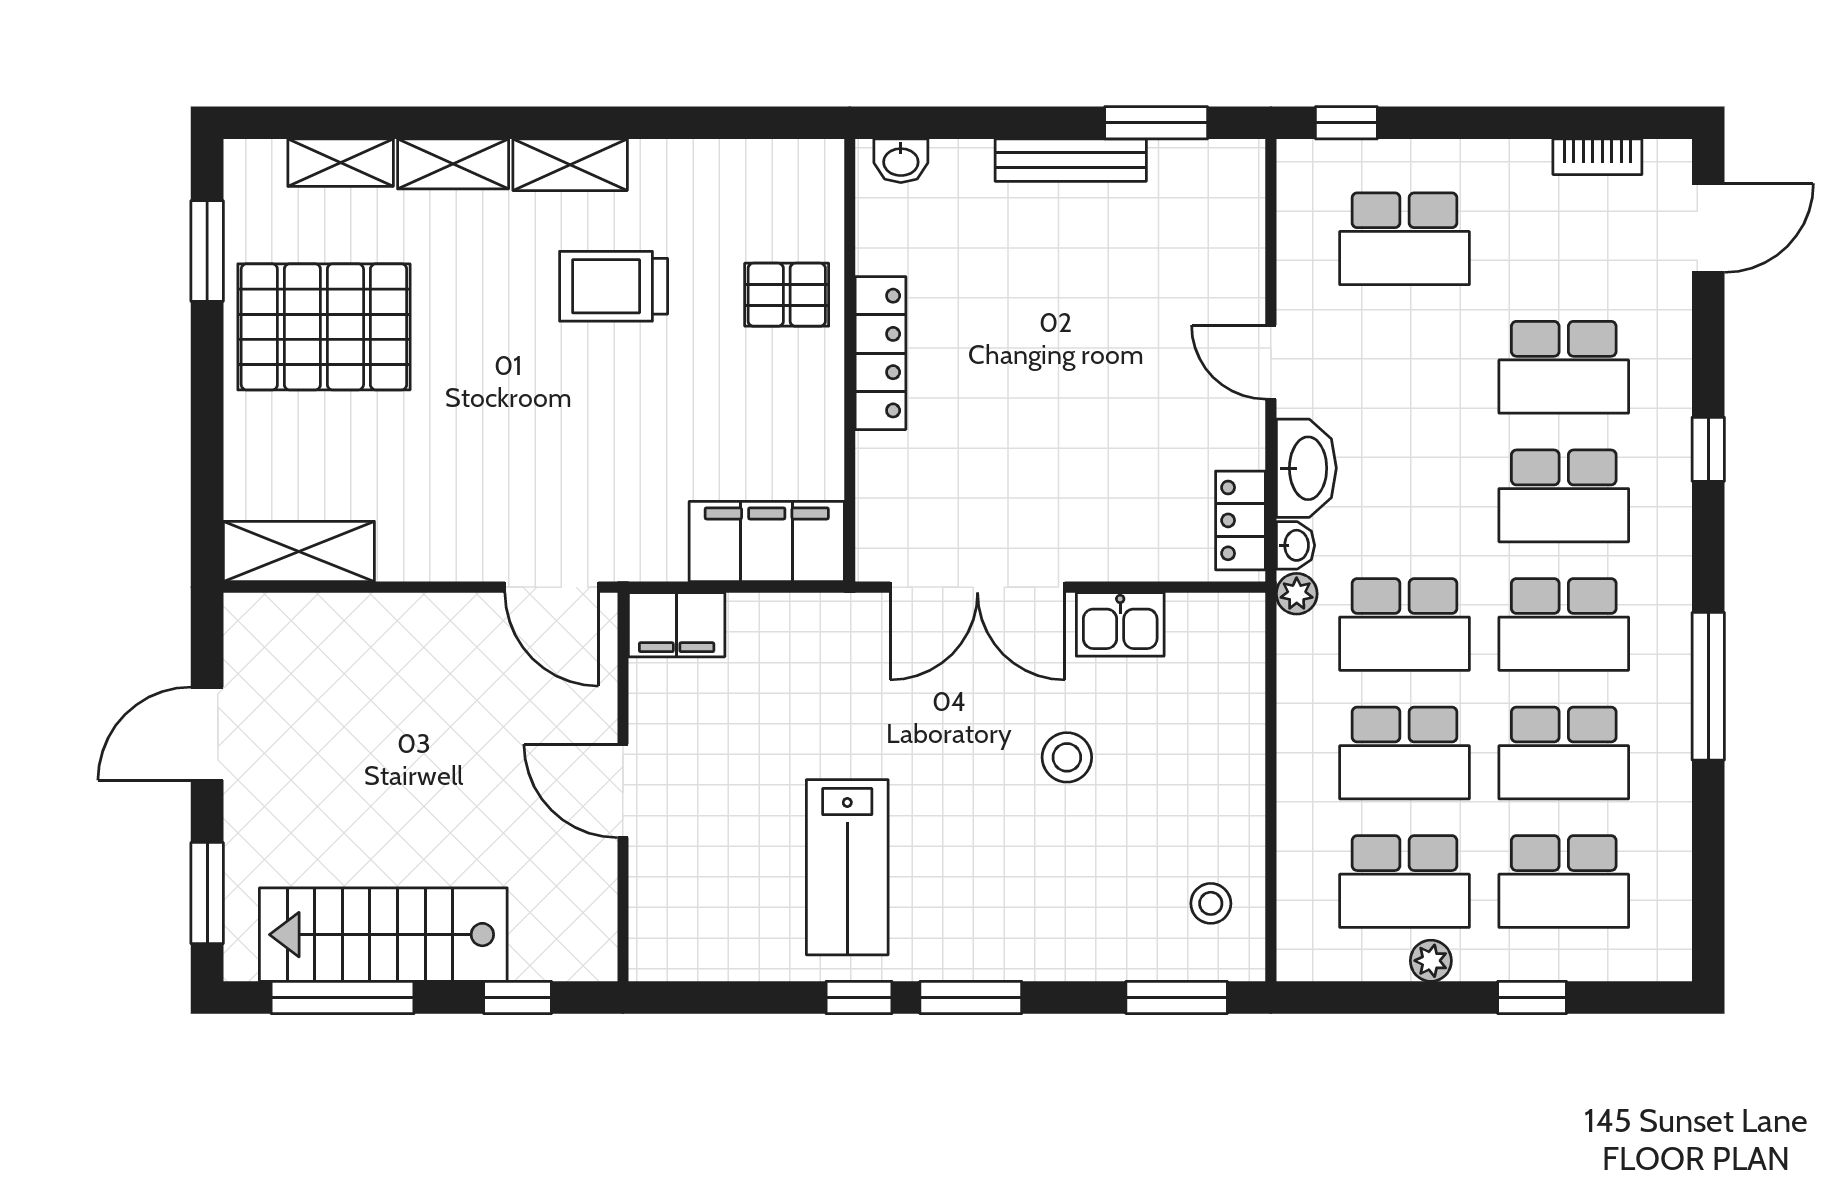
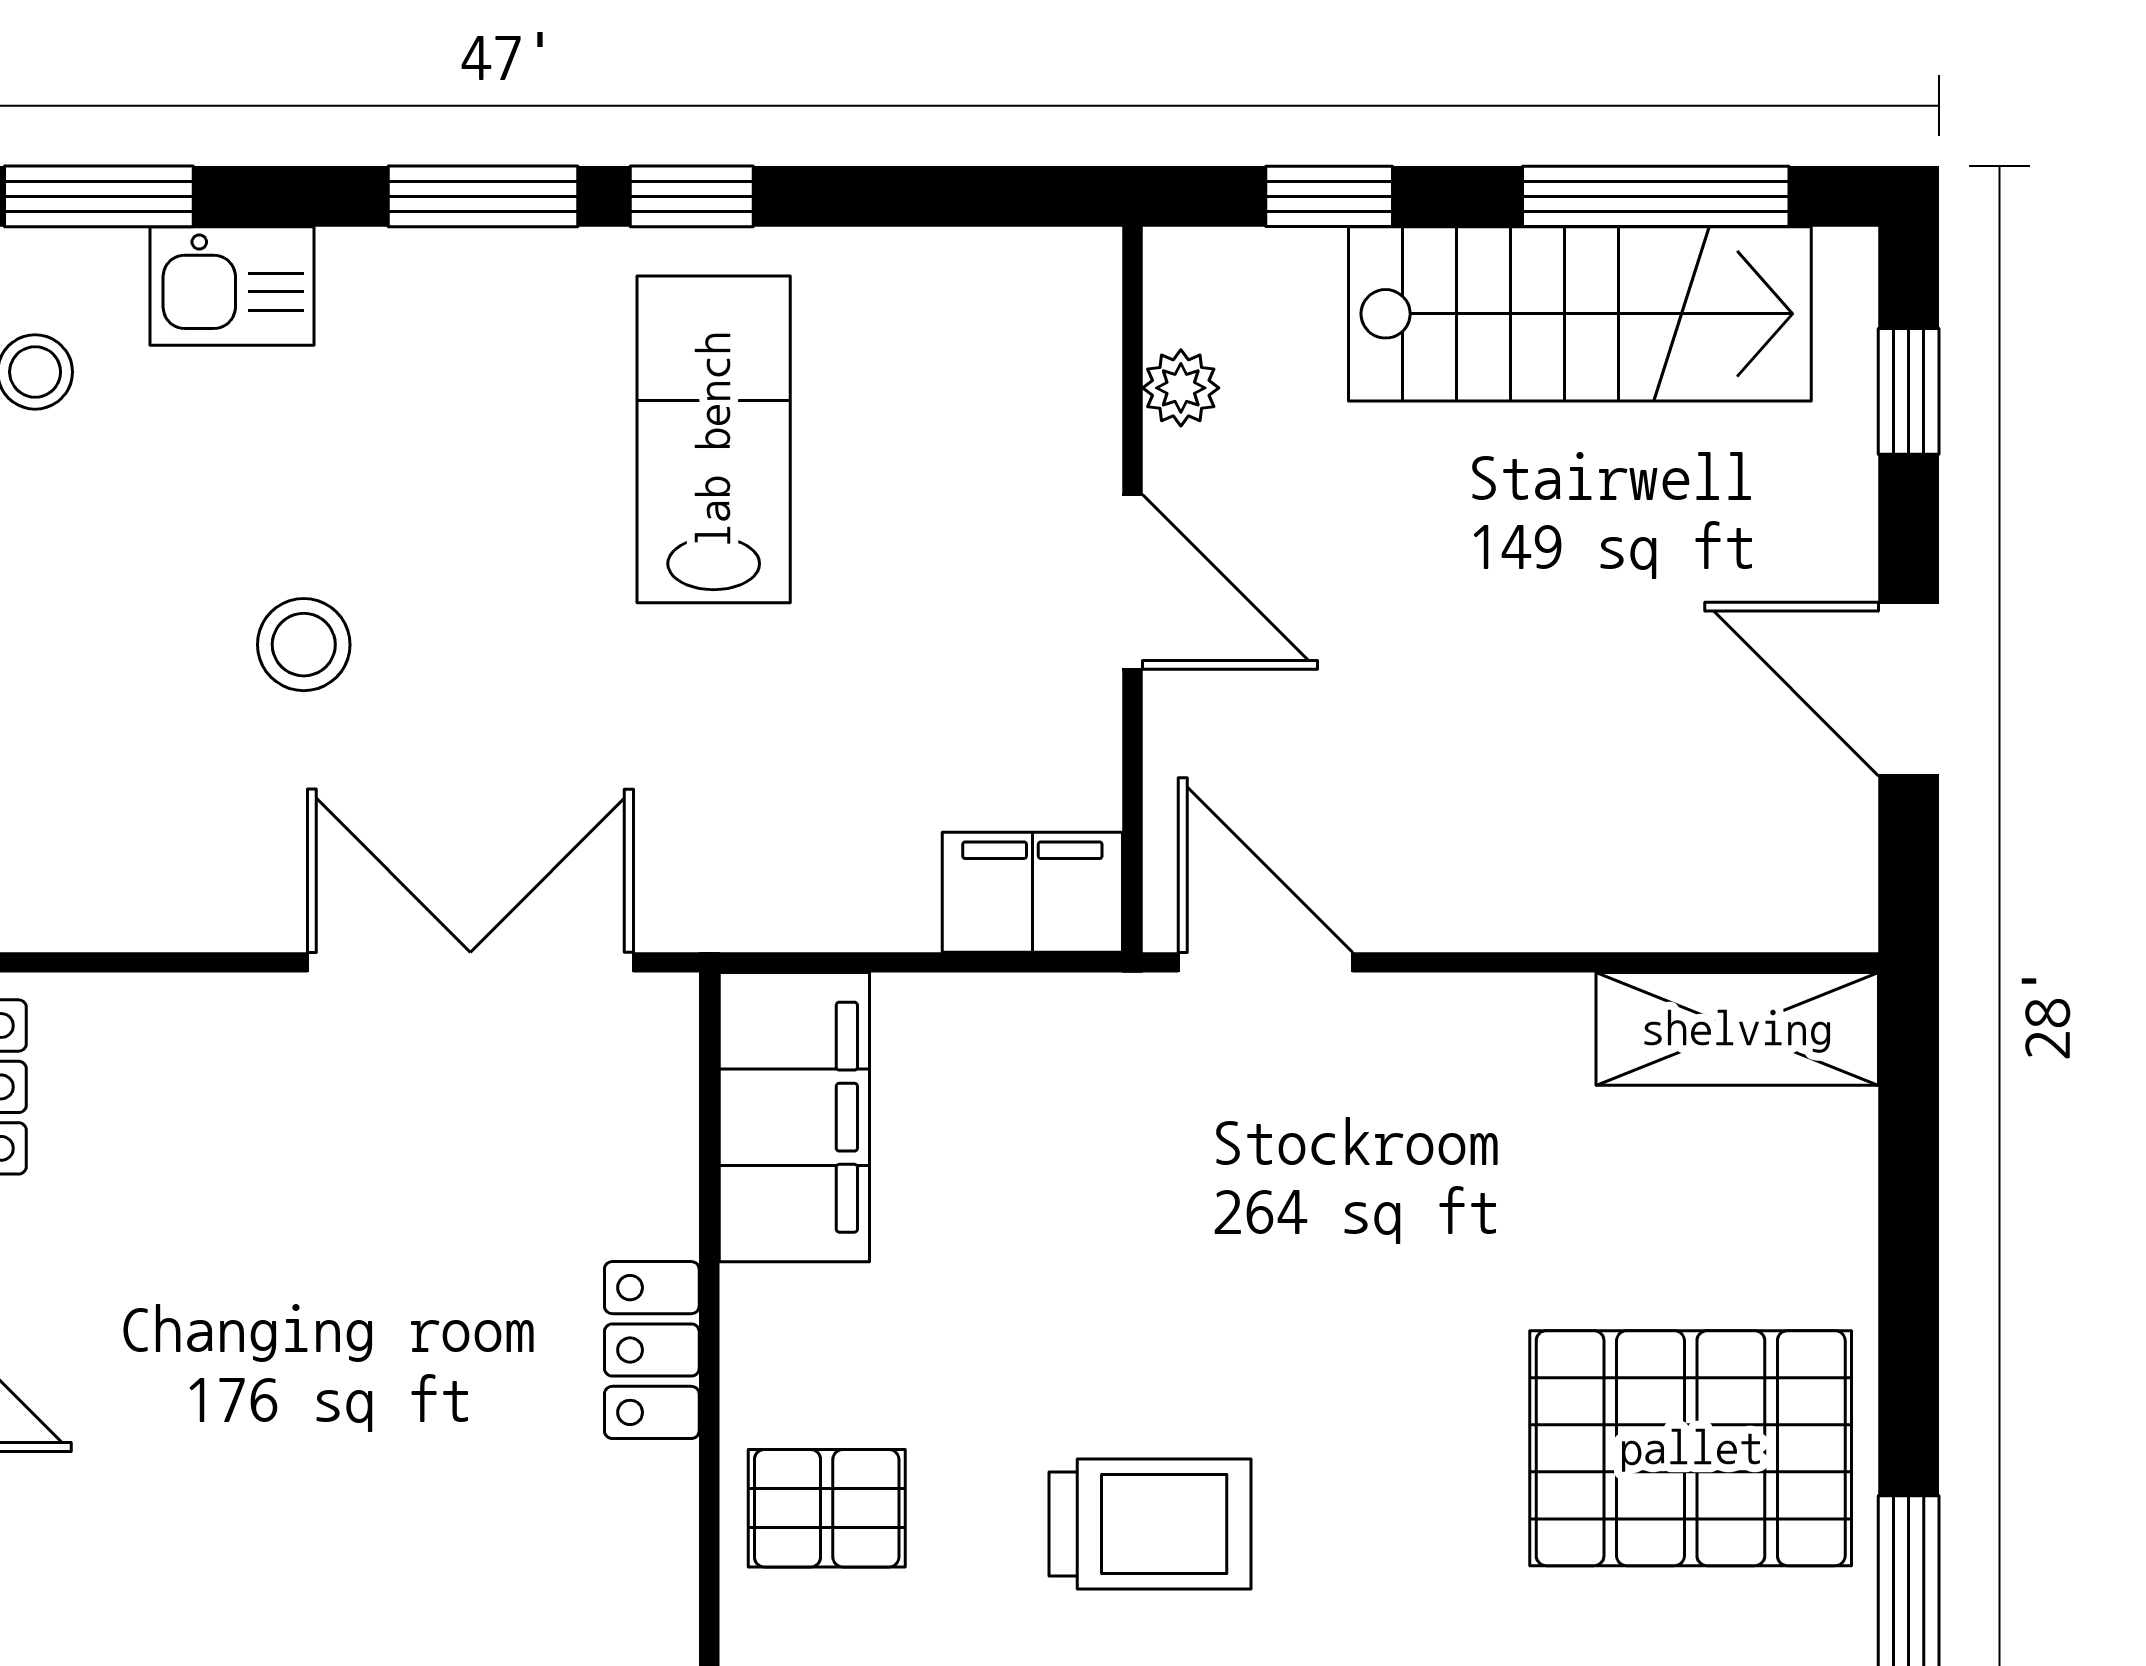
locker: (880, 353) -> (652, 1350), width x0.66
filing cabinet: (767, 542) -> (794, 1117), moved, turned -90
kitchen sink: (1120, 624) -> (232, 286), moved, turned 180
door: (207, 734) -> (1909, 689), swing flipped
window: (207, 893) -> (1909, 391), width x0.67
plant: (597, 895) -> (1181, 388), added

